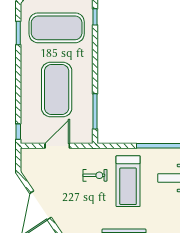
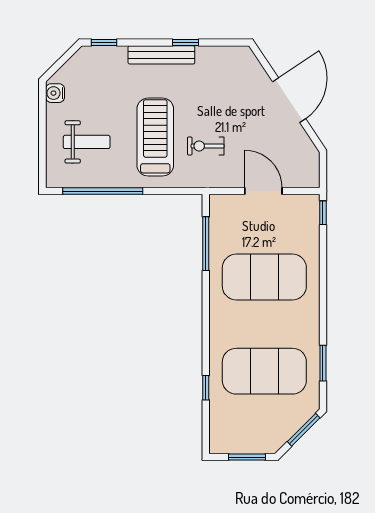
exercise mat: (57, 90) -> (264, 277), turned 90
door: (57, 146) -> (263, 191), swing flipped

